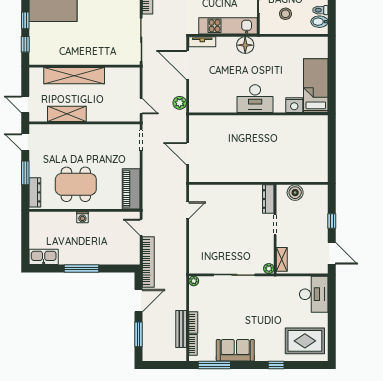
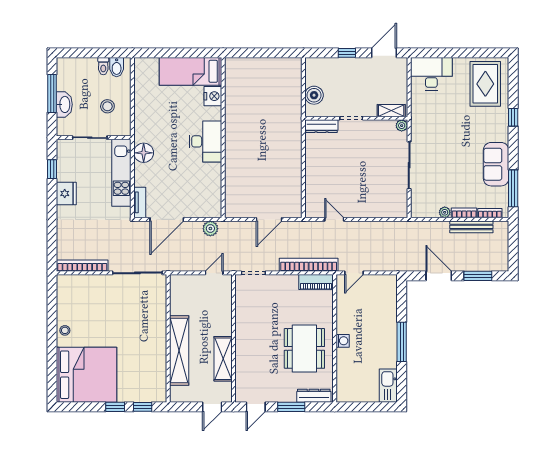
piano: (131, 189) -> (316, 282), width x0.73, depth x0.75
bookcase: (148, 262) -> (309, 265), moved
plant: (194, 281) -> (445, 212), moved

